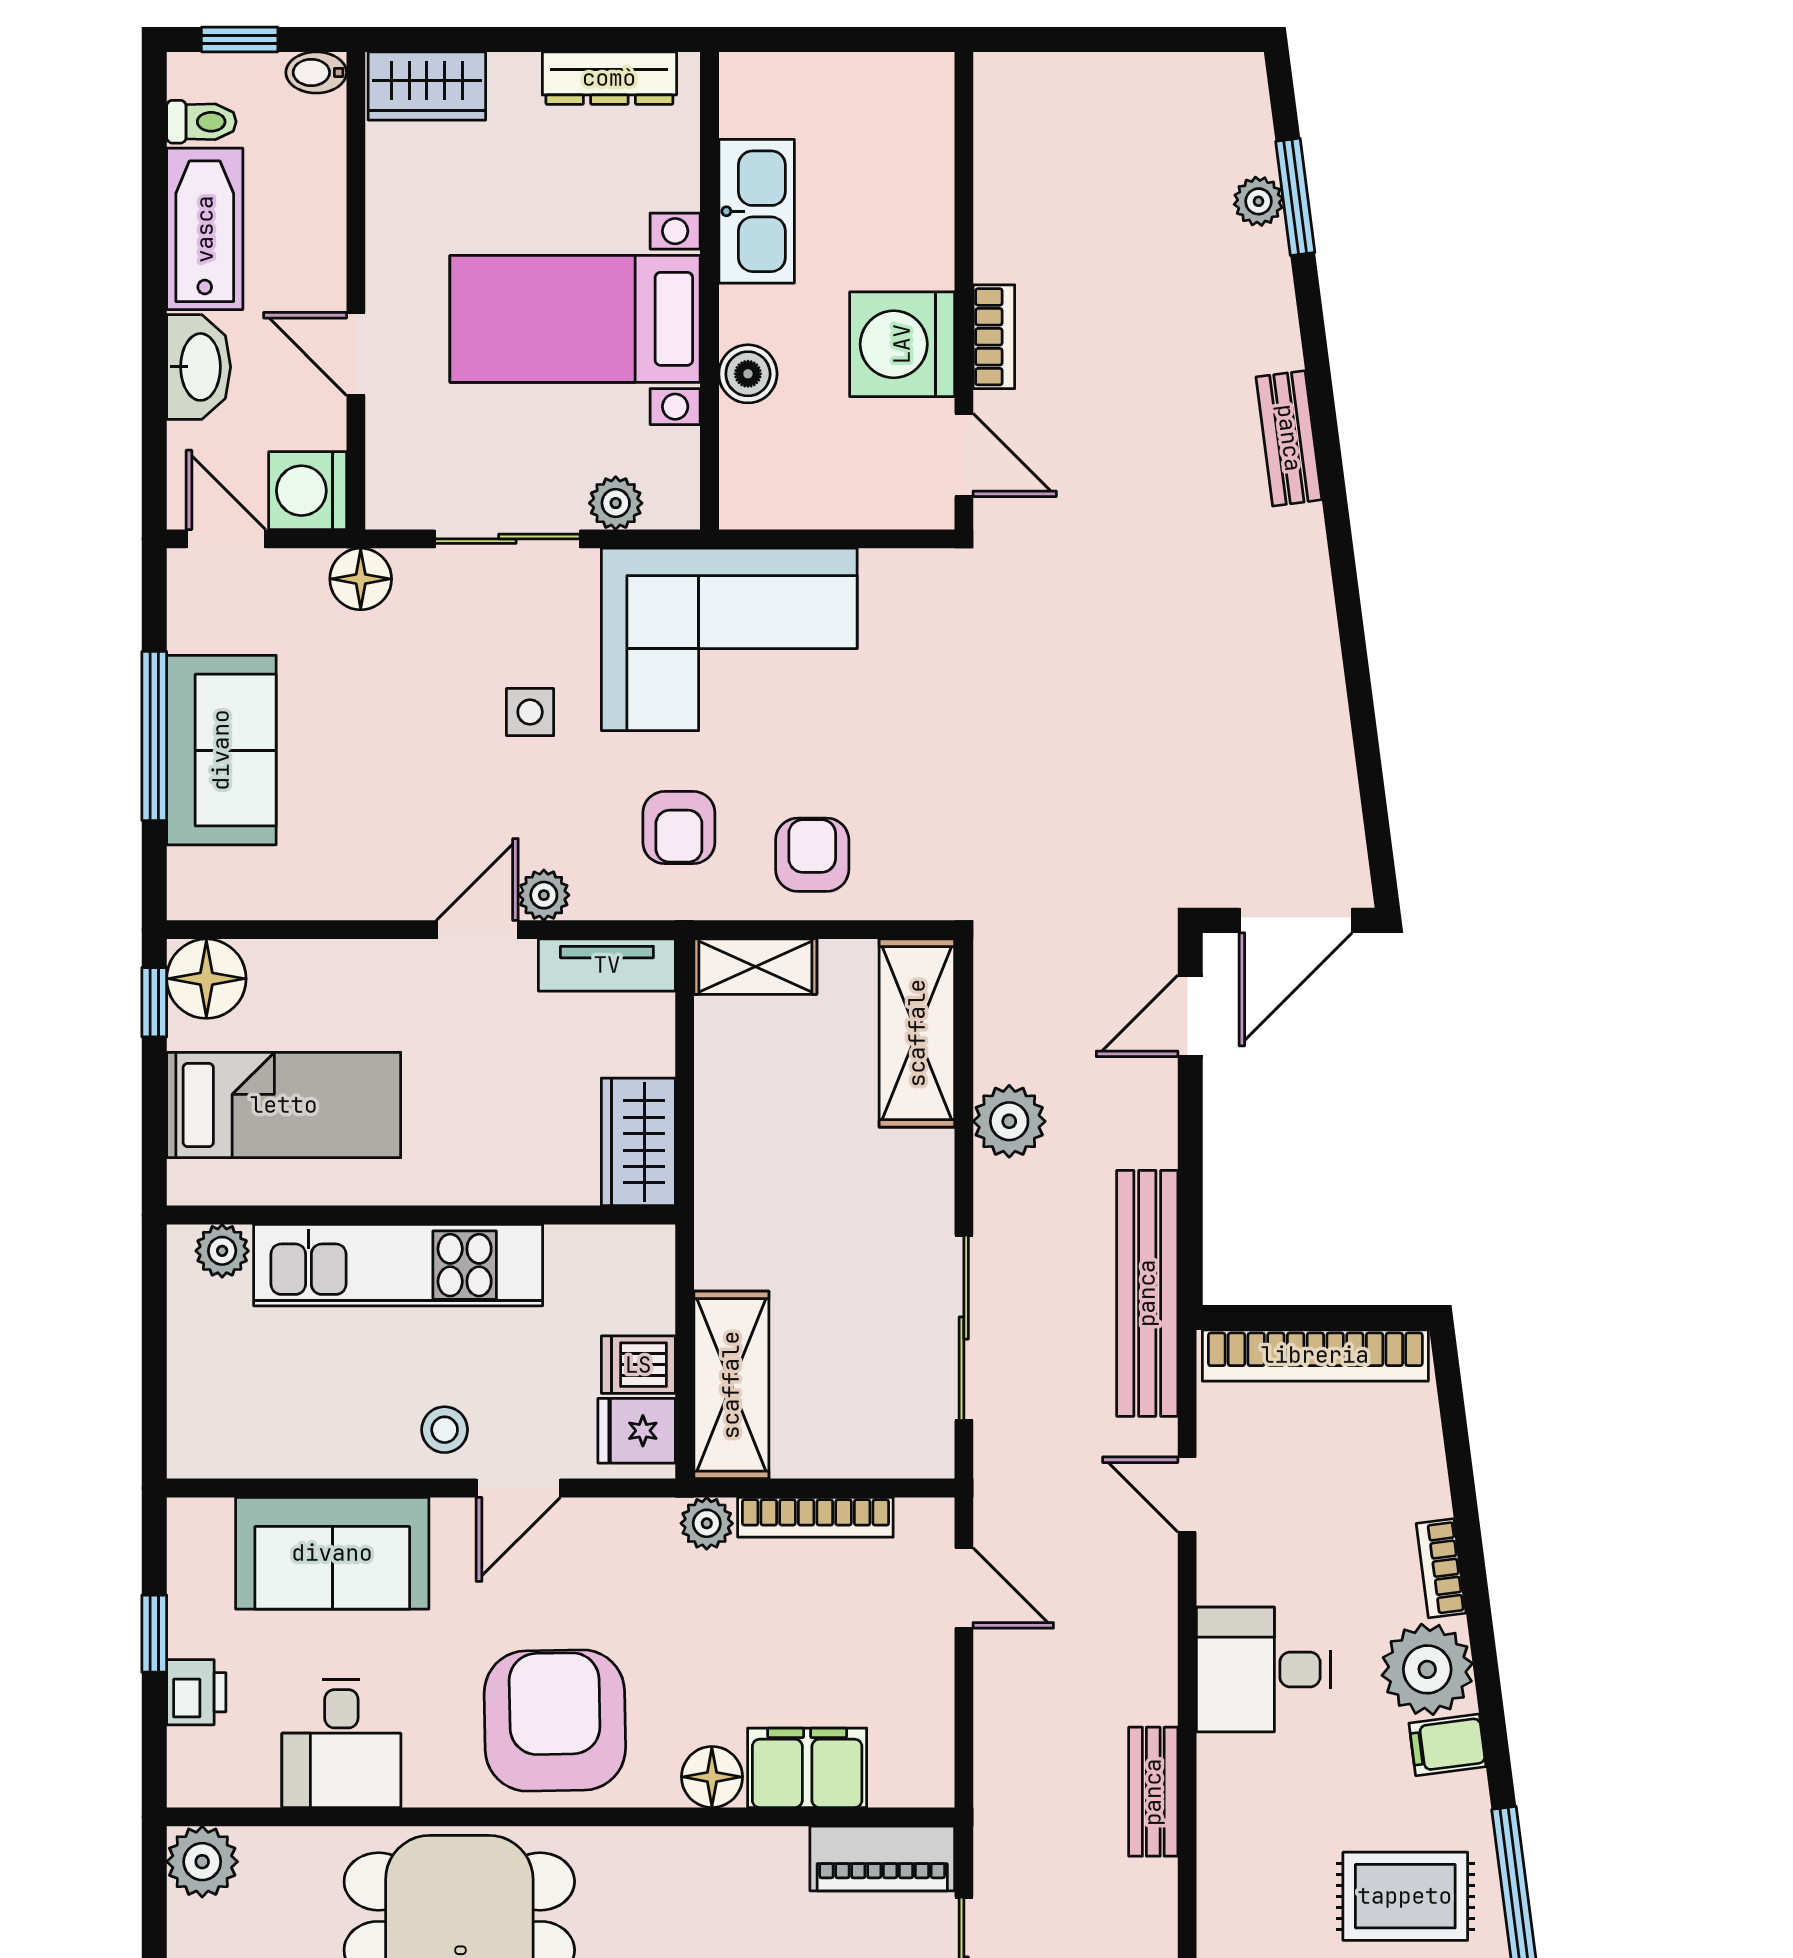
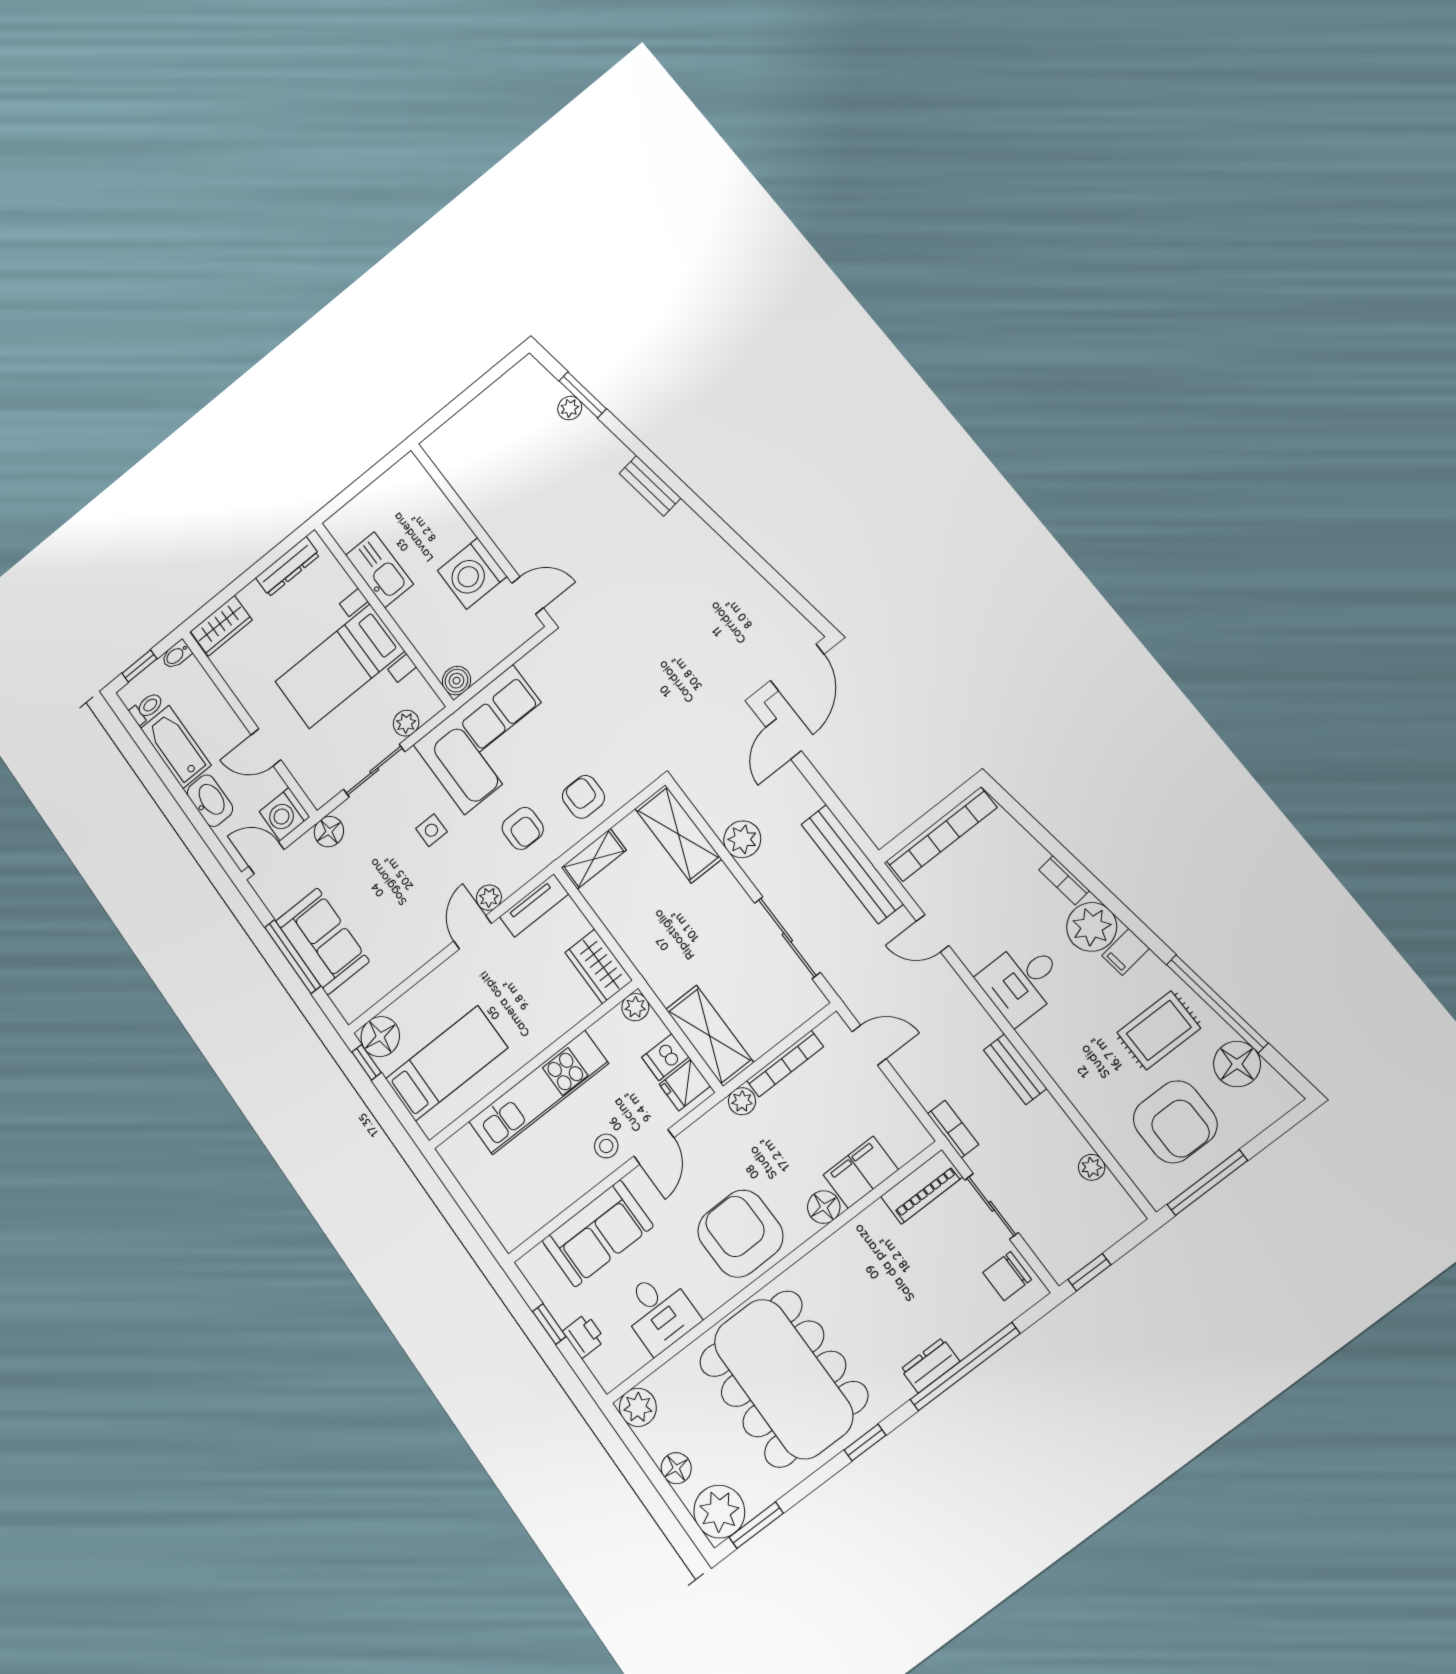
bookcase: (994, 337) -> (953, 1129), moved
boiler: (748, 374) -> (456, 681), moved
plant: (222, 1251) -> (635, 1007), moved

